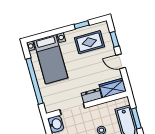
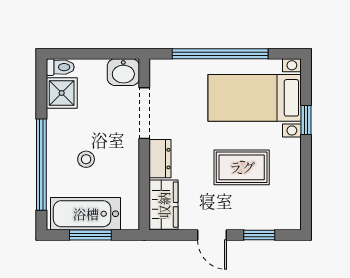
window: (82, 25) -> (306, 120), moved
rug: (89, 42) -> (242, 167), moved, turned 90
door: (121, 61) -> (212, 235), swing flipped

